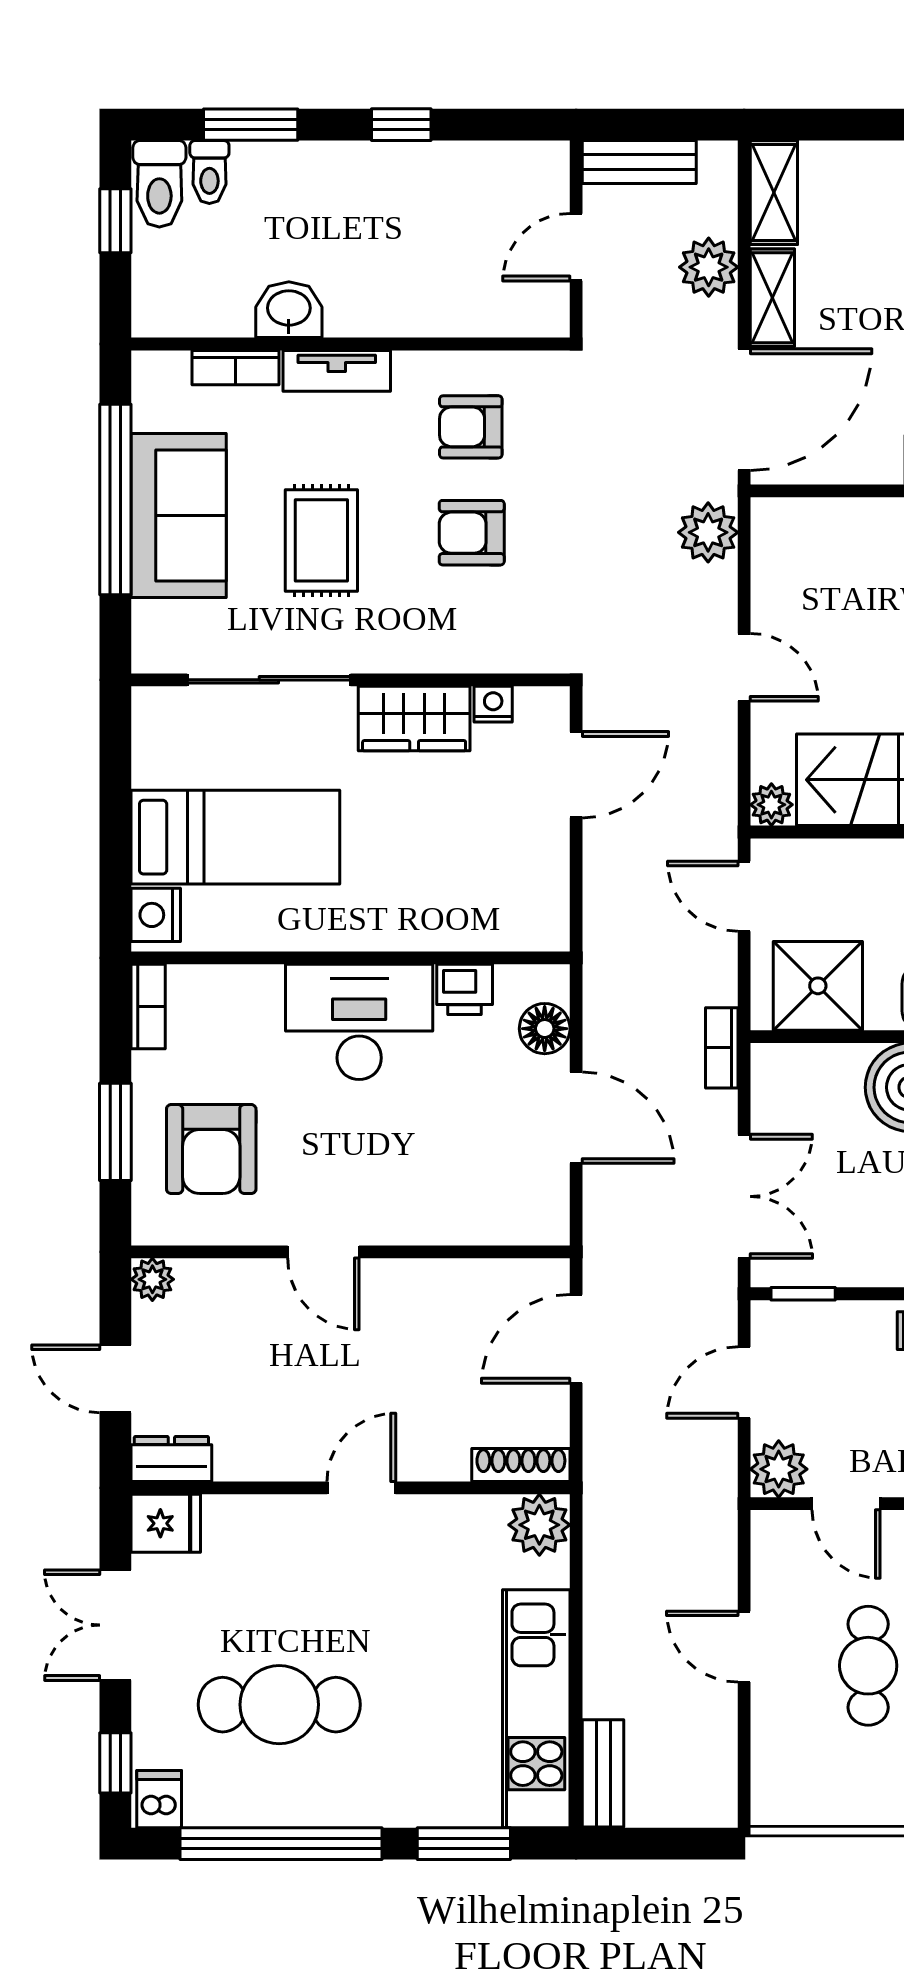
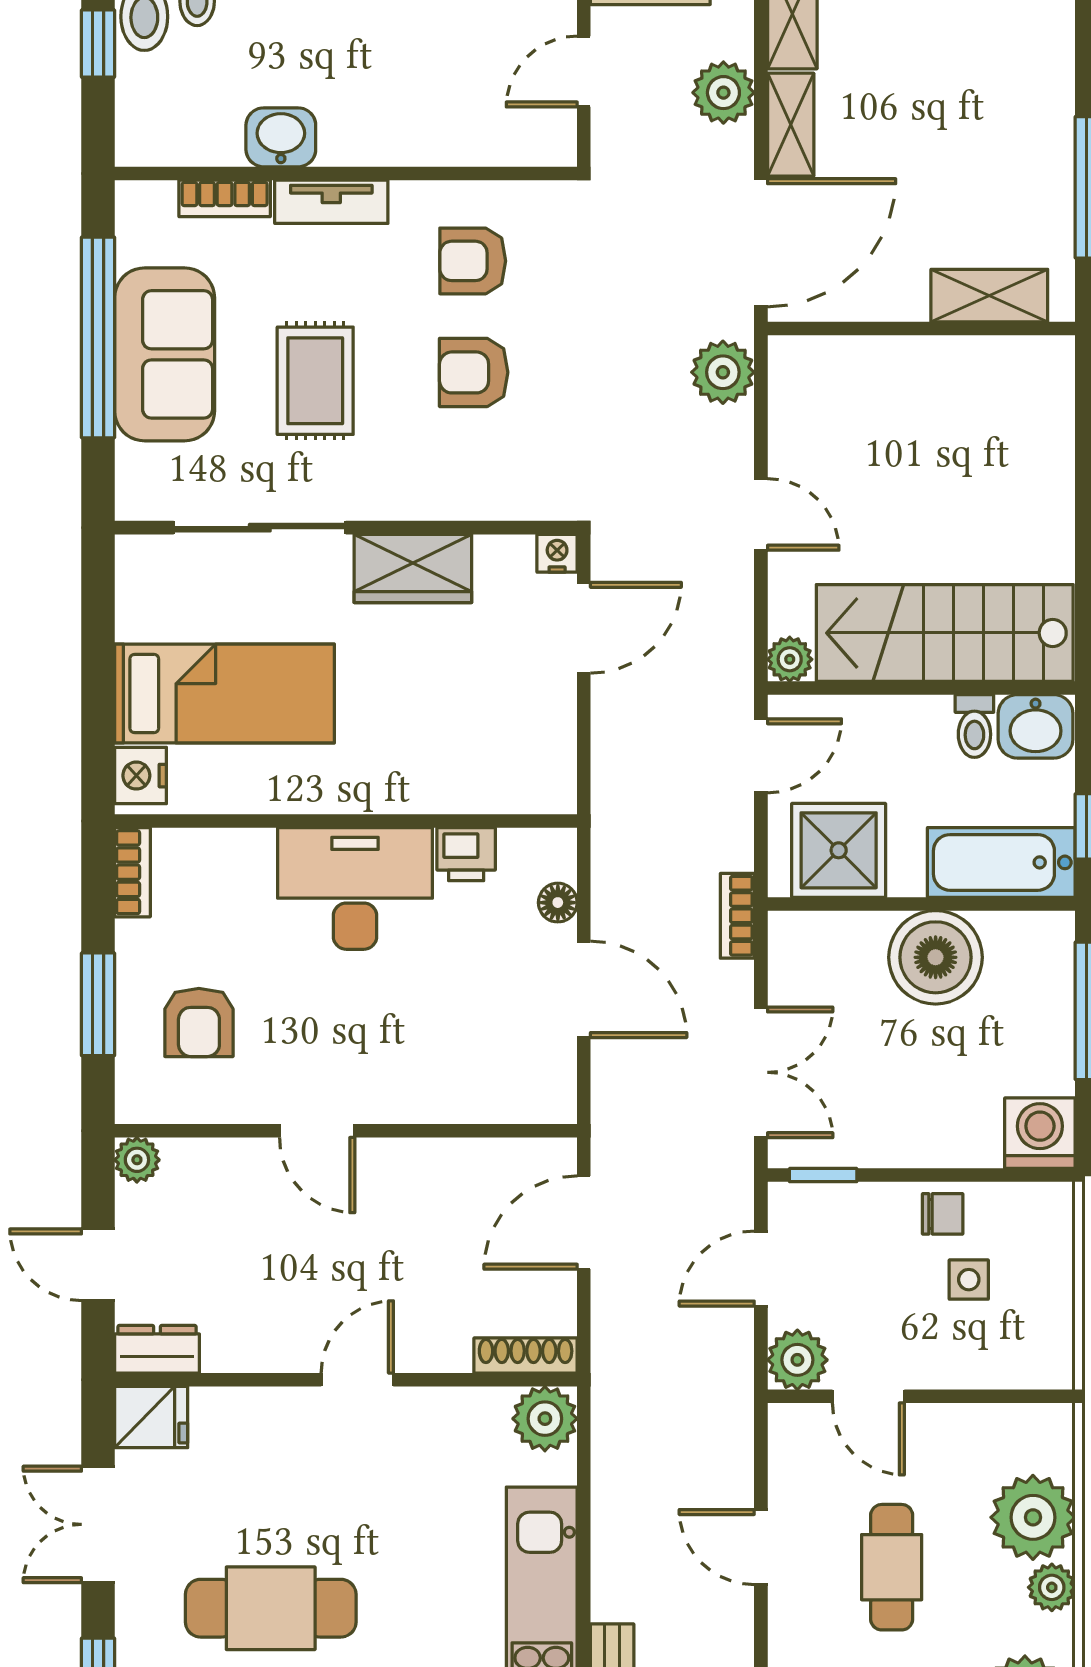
nightstand: (493, 704) -> (557, 553), moved
door: (744, 896) -> (761, 756), swing flipped
floor lamp: (545, 1029) -> (558, 903), width x0.73, depth x0.73
armchair: (211, 1149) -> (199, 1022), width x0.72, depth x0.72

